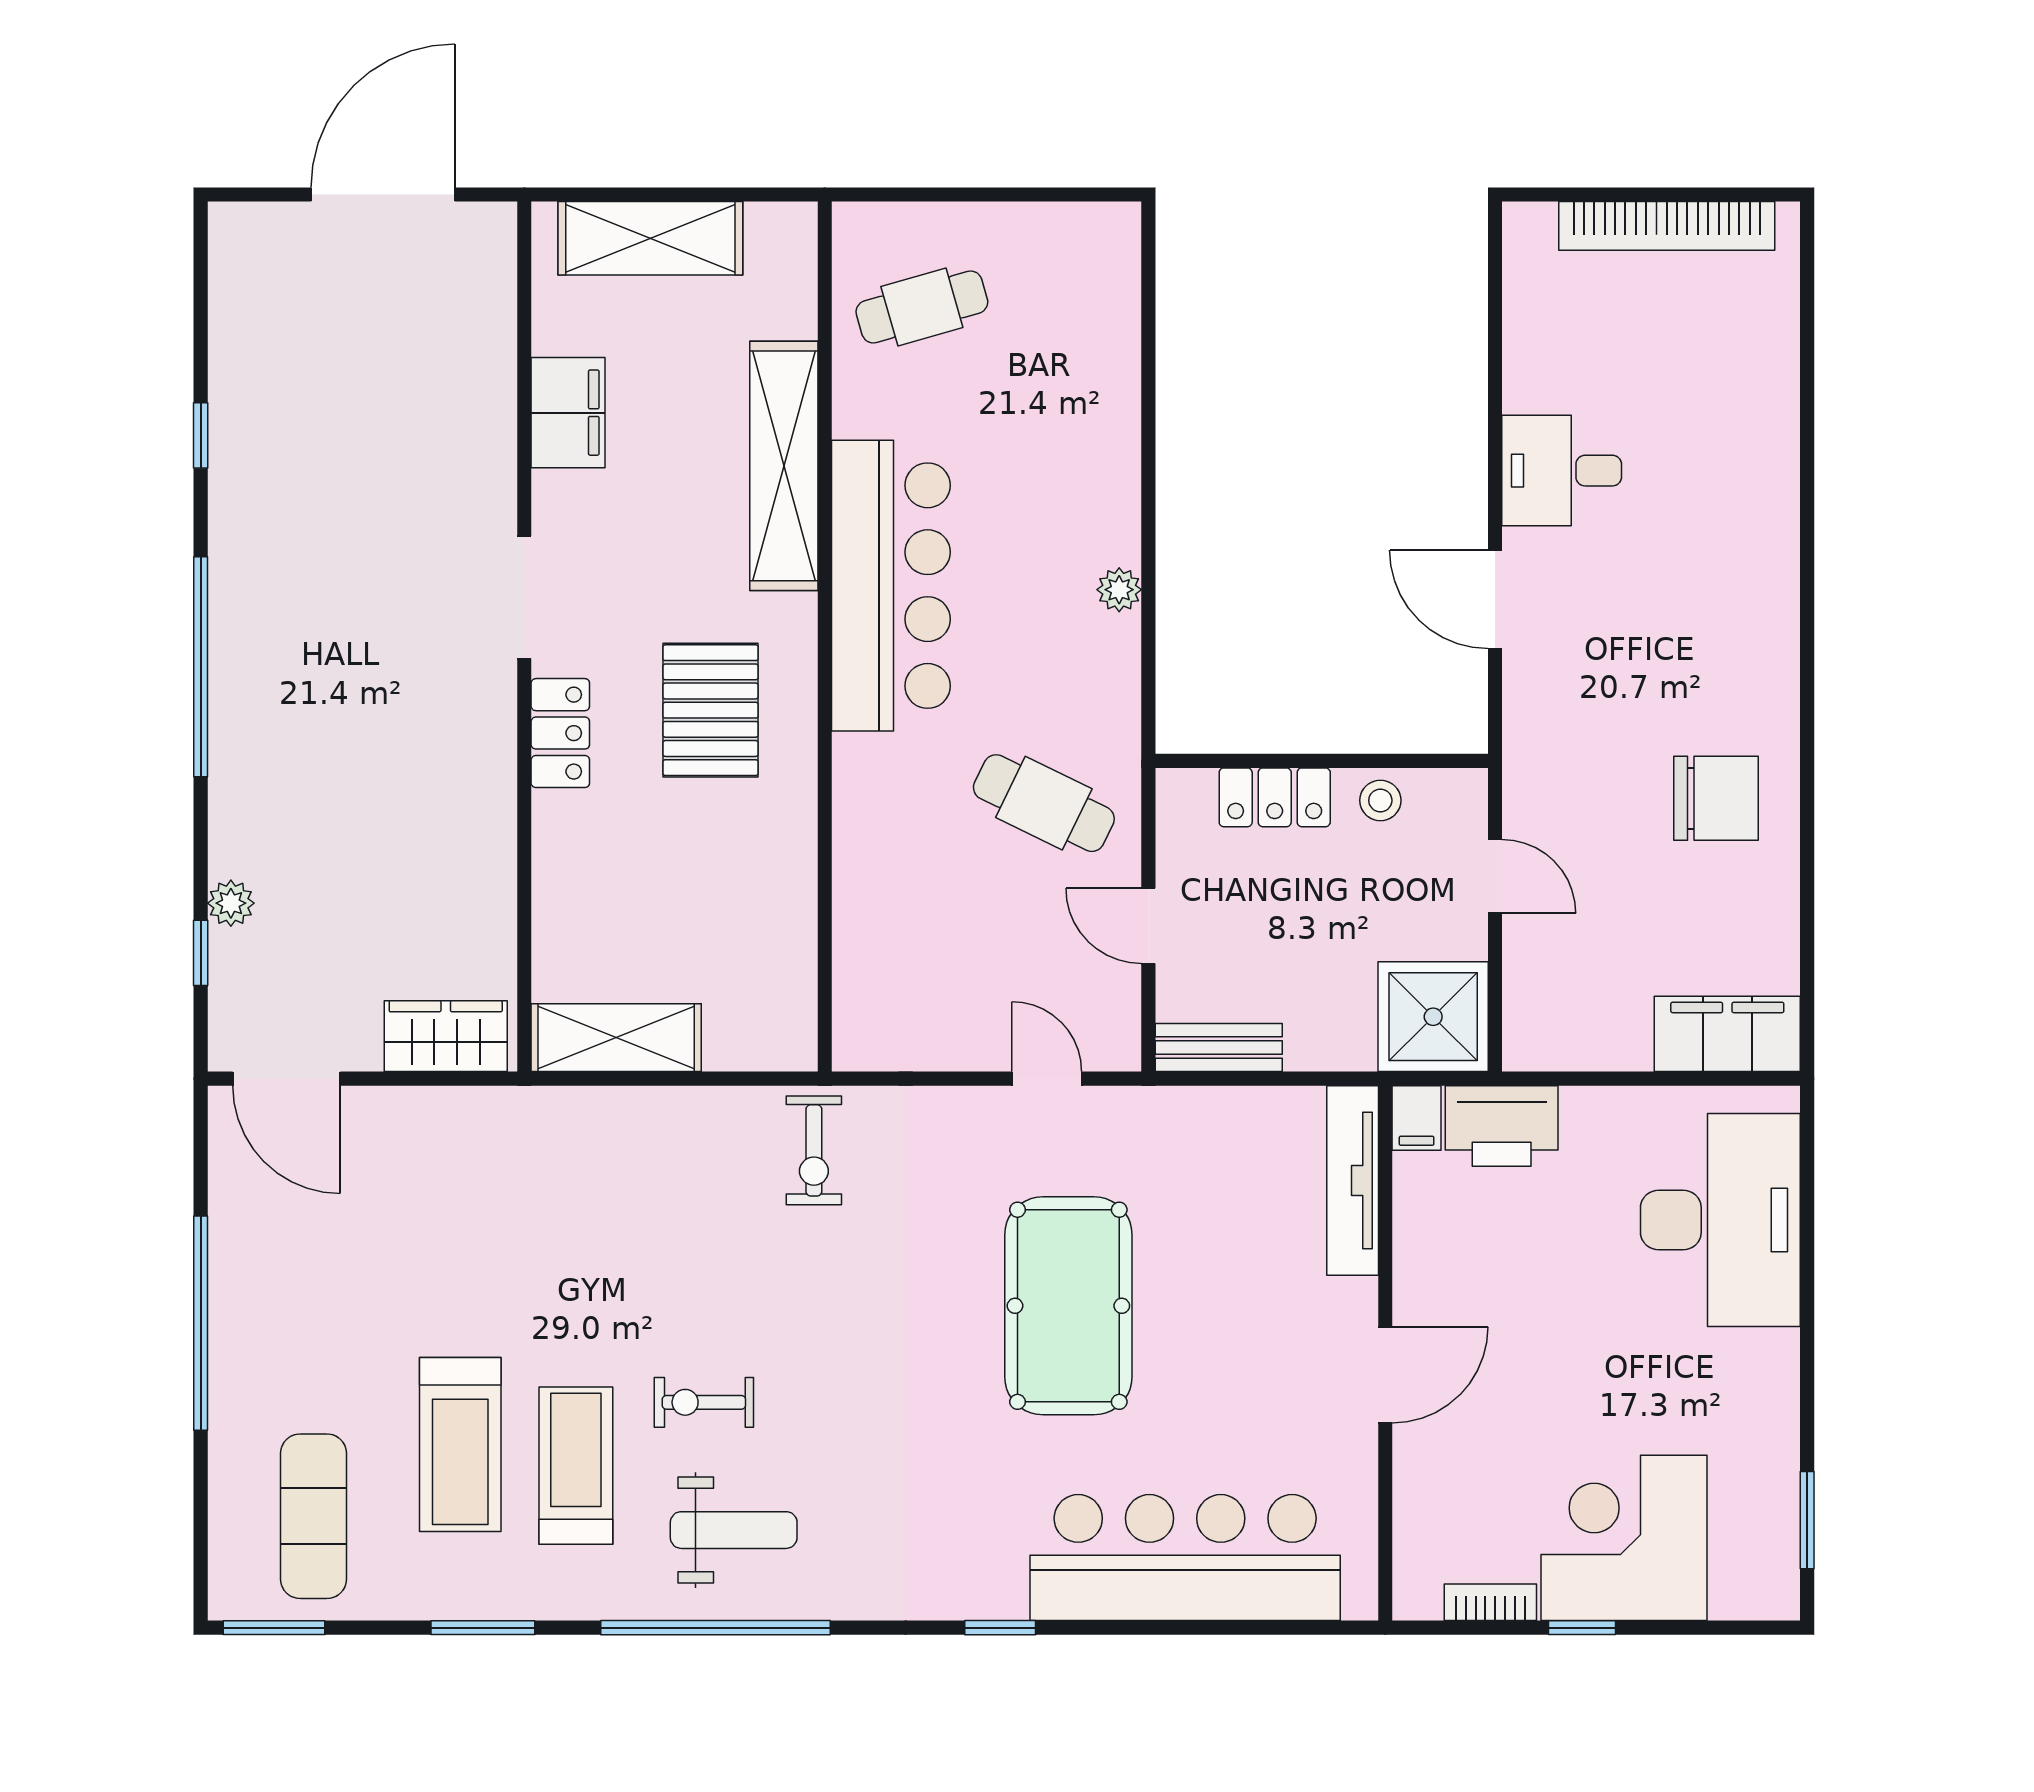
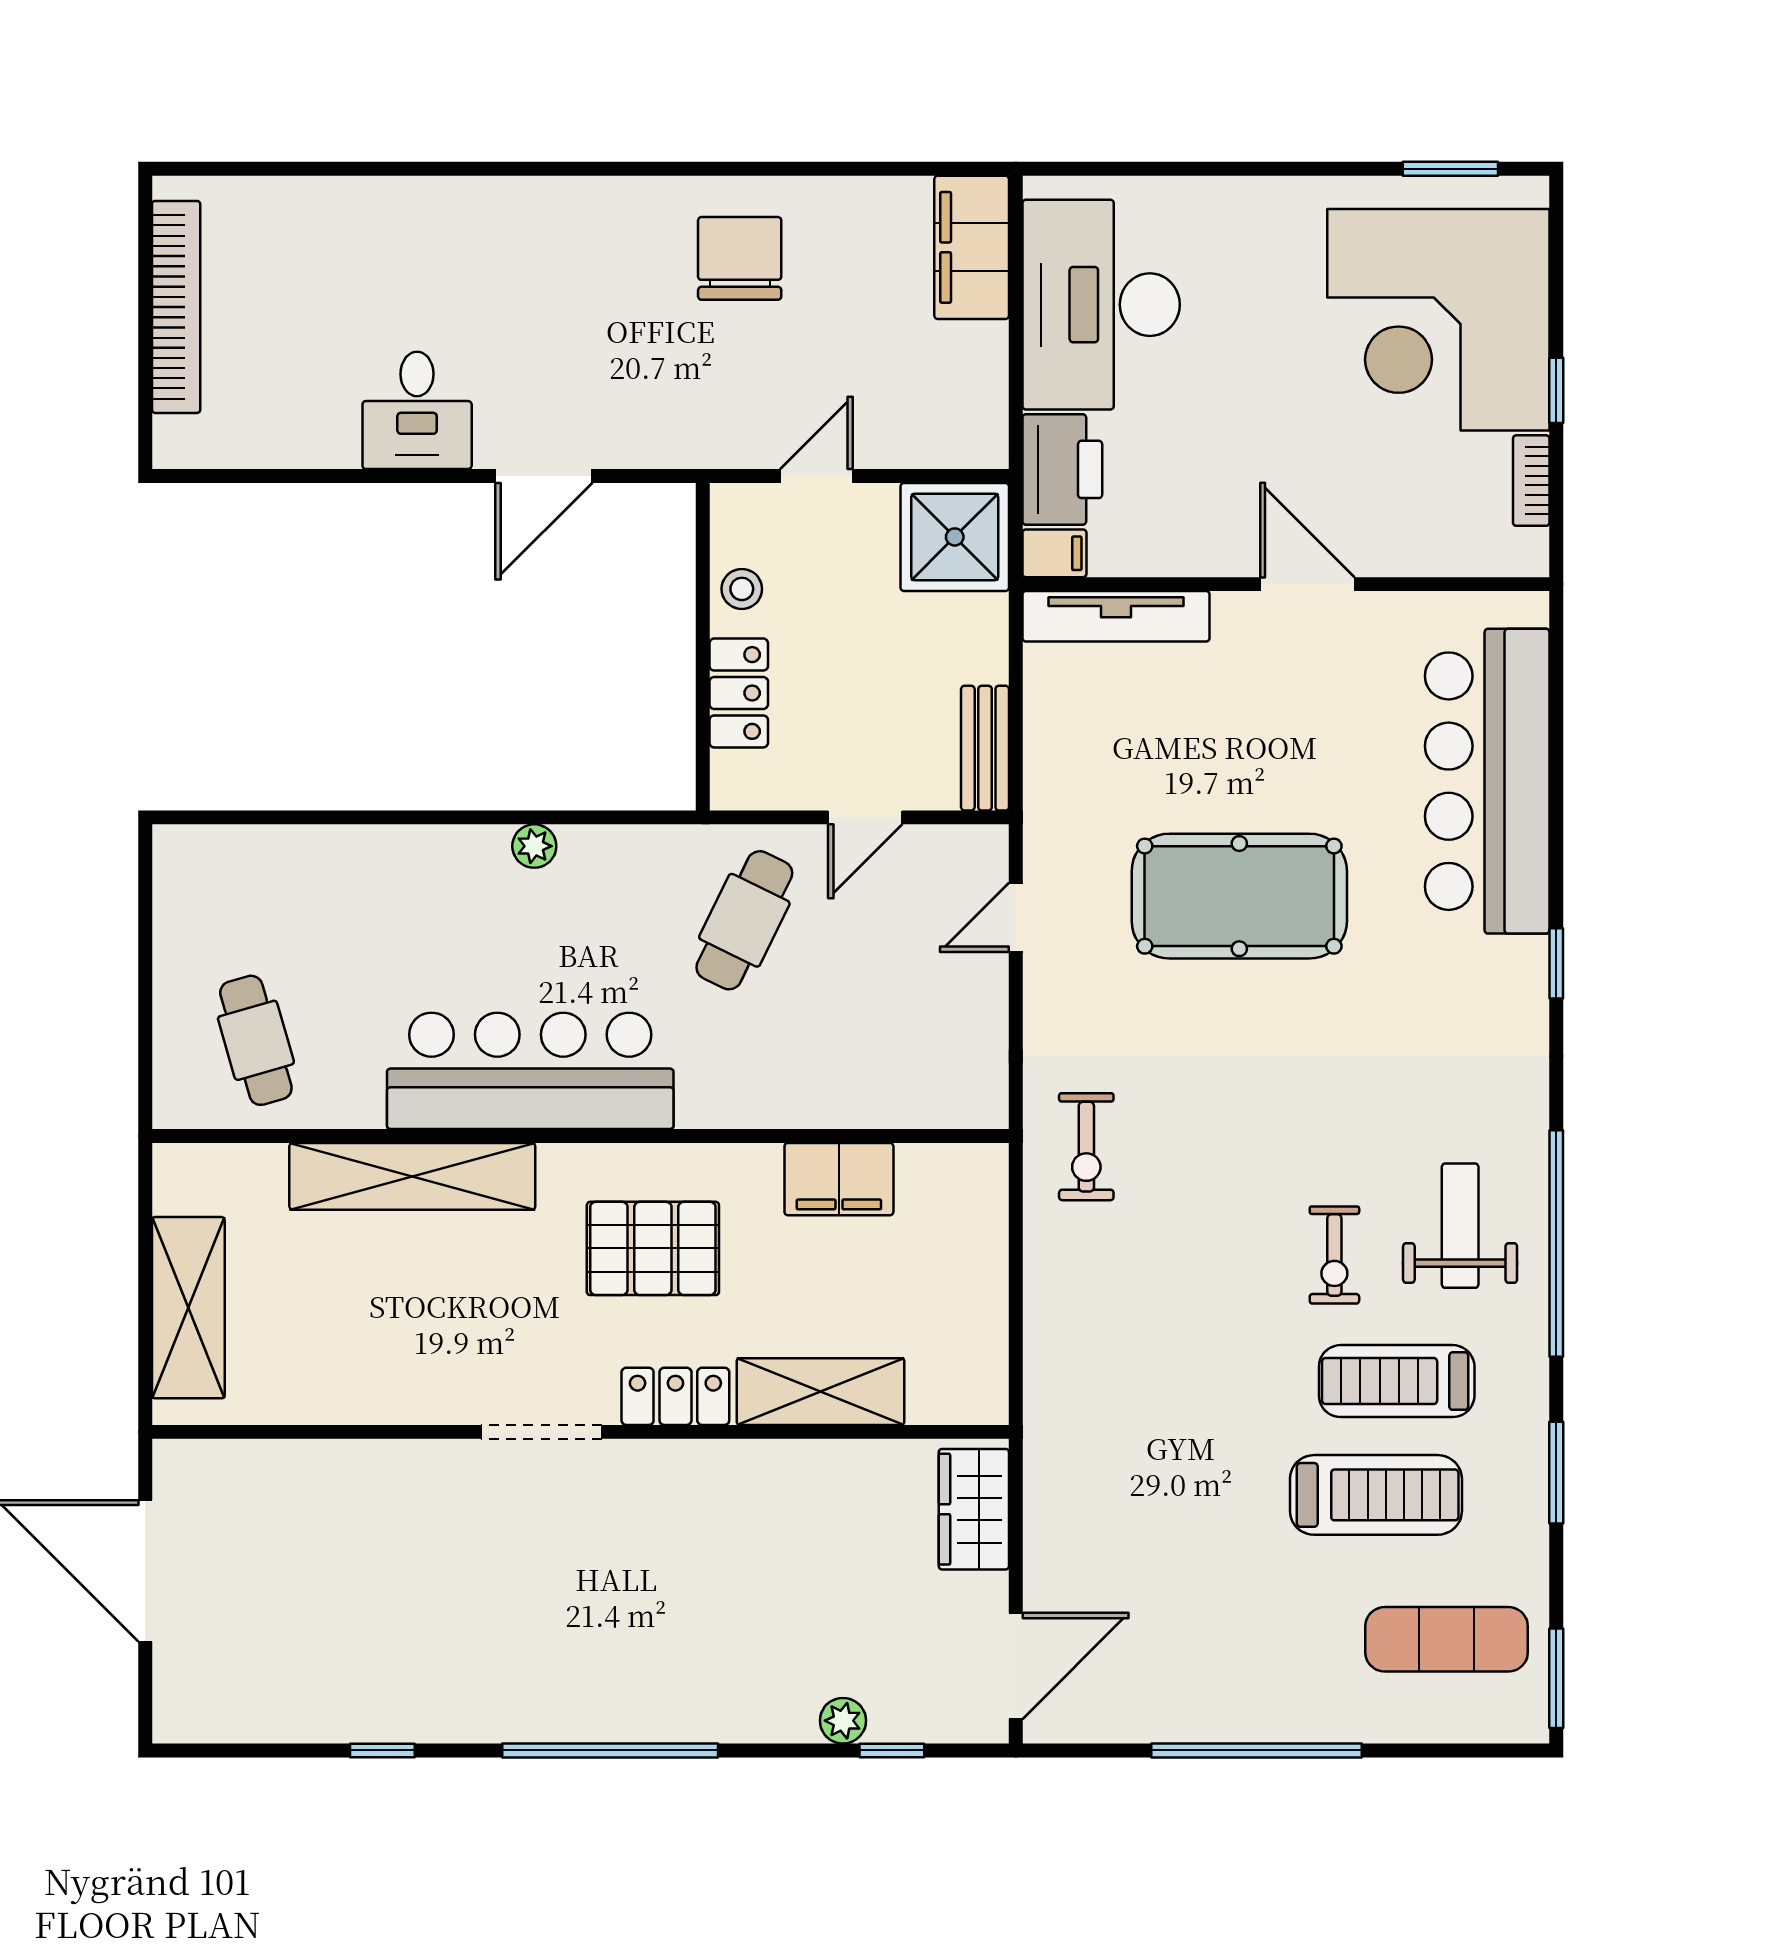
filing cabinet: (568, 413) -> (839, 1179), moved, turned 180
shelving: (616, 1038) -> (820, 1392), moved, turned 90
exercise bike: (814, 1150) -> (1086, 1147), turned 90
desk: (1720, 1220) -> (1101, 305), moved, turned -90
corner desk: (1624, 1538) -> (1438, 320), width x1.36, depth x1.36

